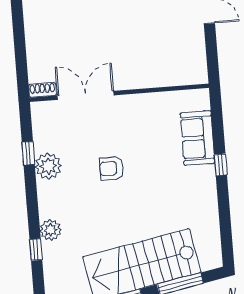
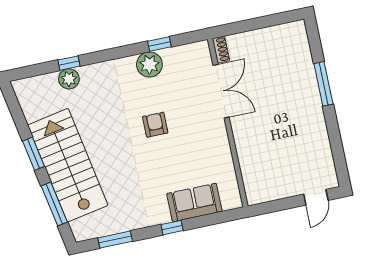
window: (225, 225) -> (115, 240), added
plant: (51, 230) -> (69, 79), moved

